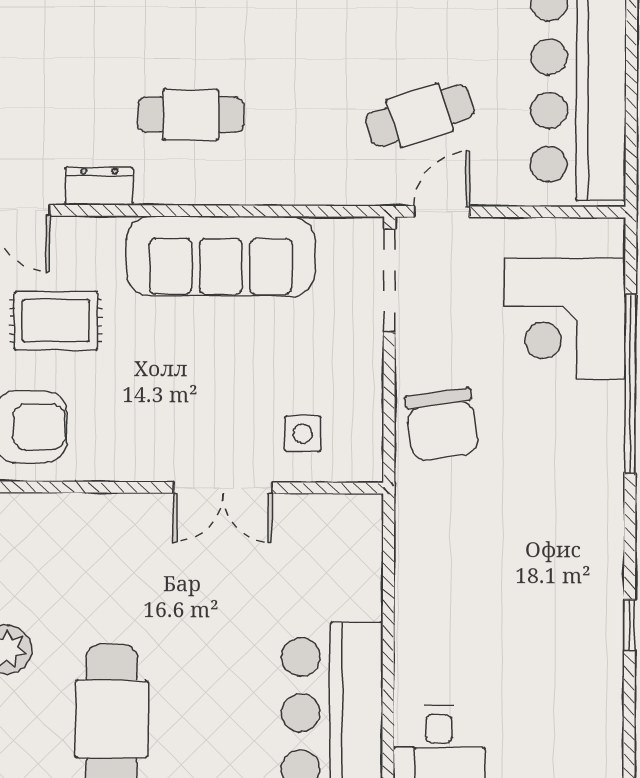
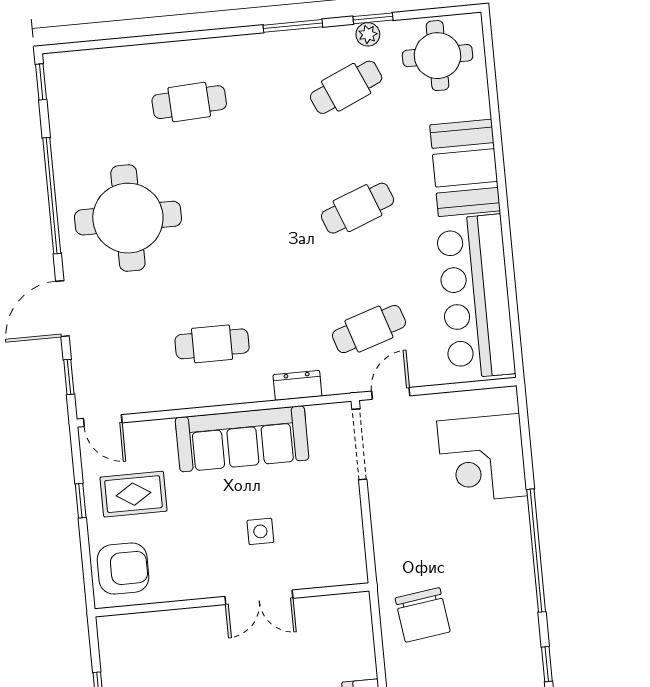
dresser: (99, 186) -> (297, 385), moved
window: (630, 384) -> (536, 551), moved
chair: (442, 425) -> (423, 615), moved
side table: (303, 434) -> (260, 531), moved

